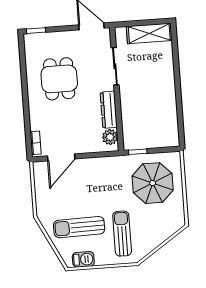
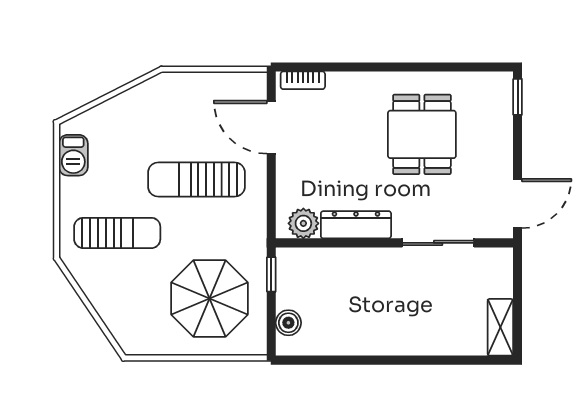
shelving: (149, 33) -> (500, 327), width x0.67, depth x0.75
dining table: (59, 79) -> (422, 134), turned 90
boiler: (162, 141) -> (288, 323), added
sun lounger: (79, 227) -> (196, 180), moved, turned -89

